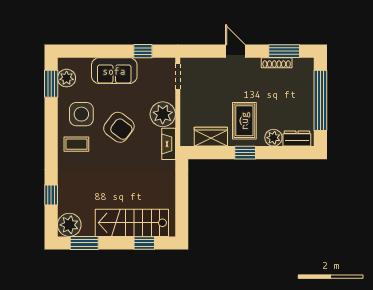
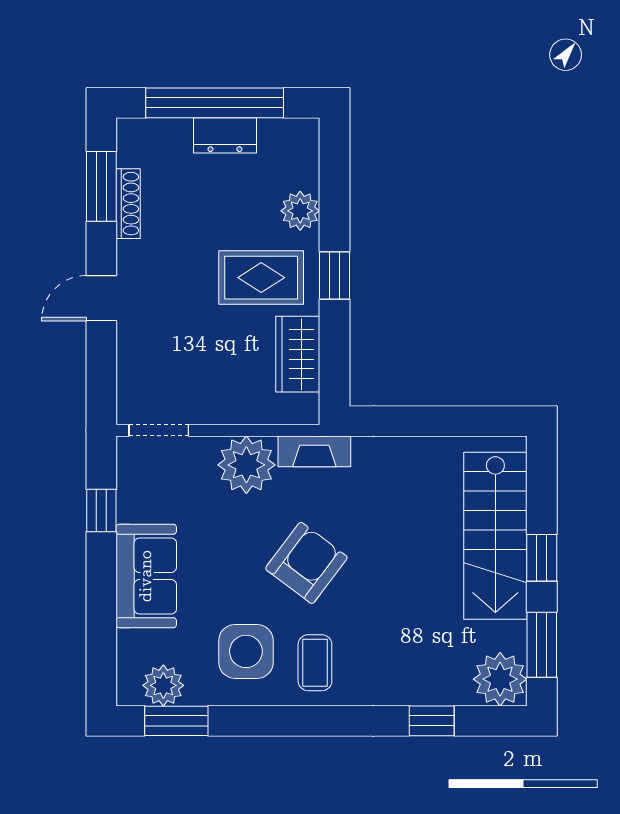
armchair: (119, 127) -> (306, 563), moved
dresser: (297, 139) -> (225, 135), moved, turned -90
window: (144, 243) -> (542, 558), moved

